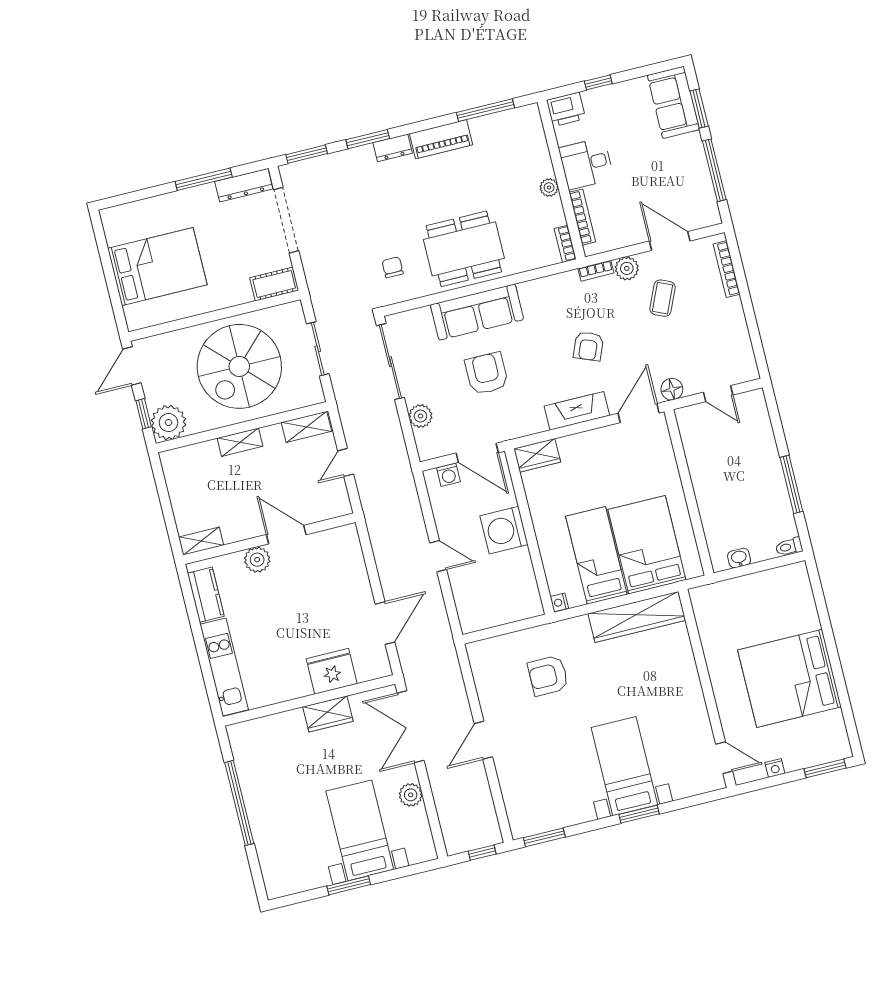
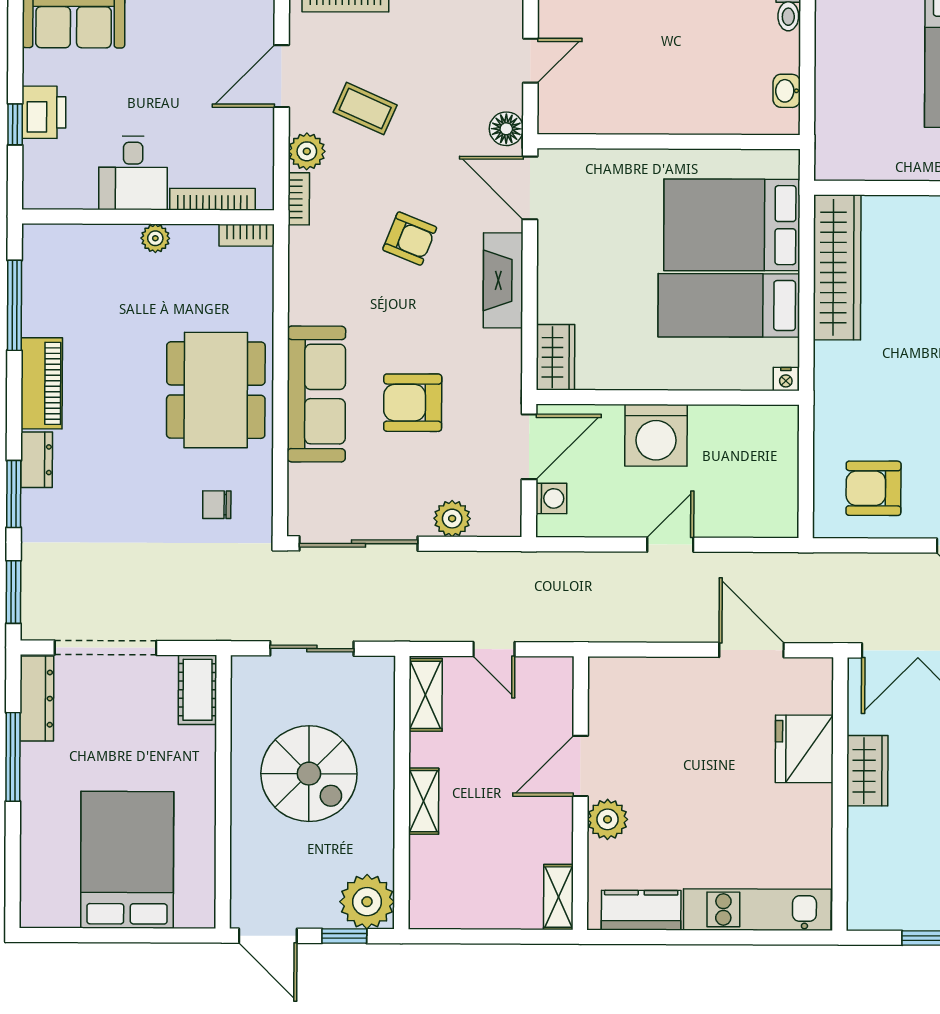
printer: (566, 109) -> (44, 112), moved
spiral stairs: (239, 366) -> (309, 774), width x0.73, depth x0.73
armchair: (548, 676) -> (873, 488), moved, turned 90

